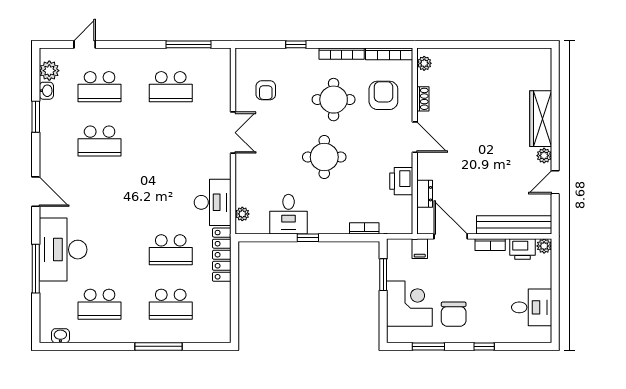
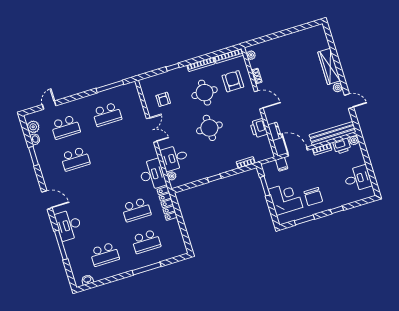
door: (555, 182) -> (349, 101), swing flipped
desk: (289, 214) -> (174, 158), moved, turned 90
desk: (63, 250) -> (69, 225), width x0.73, depth x0.77

